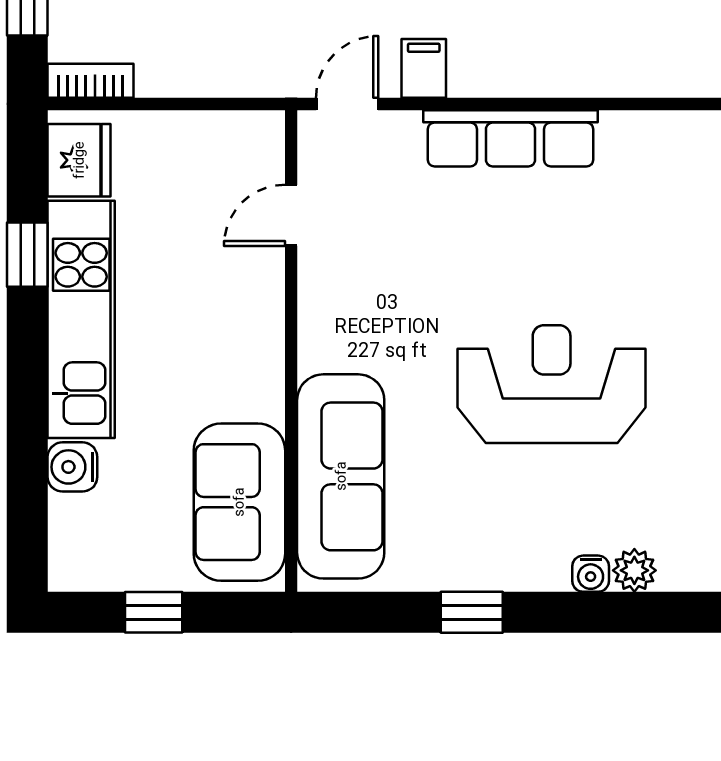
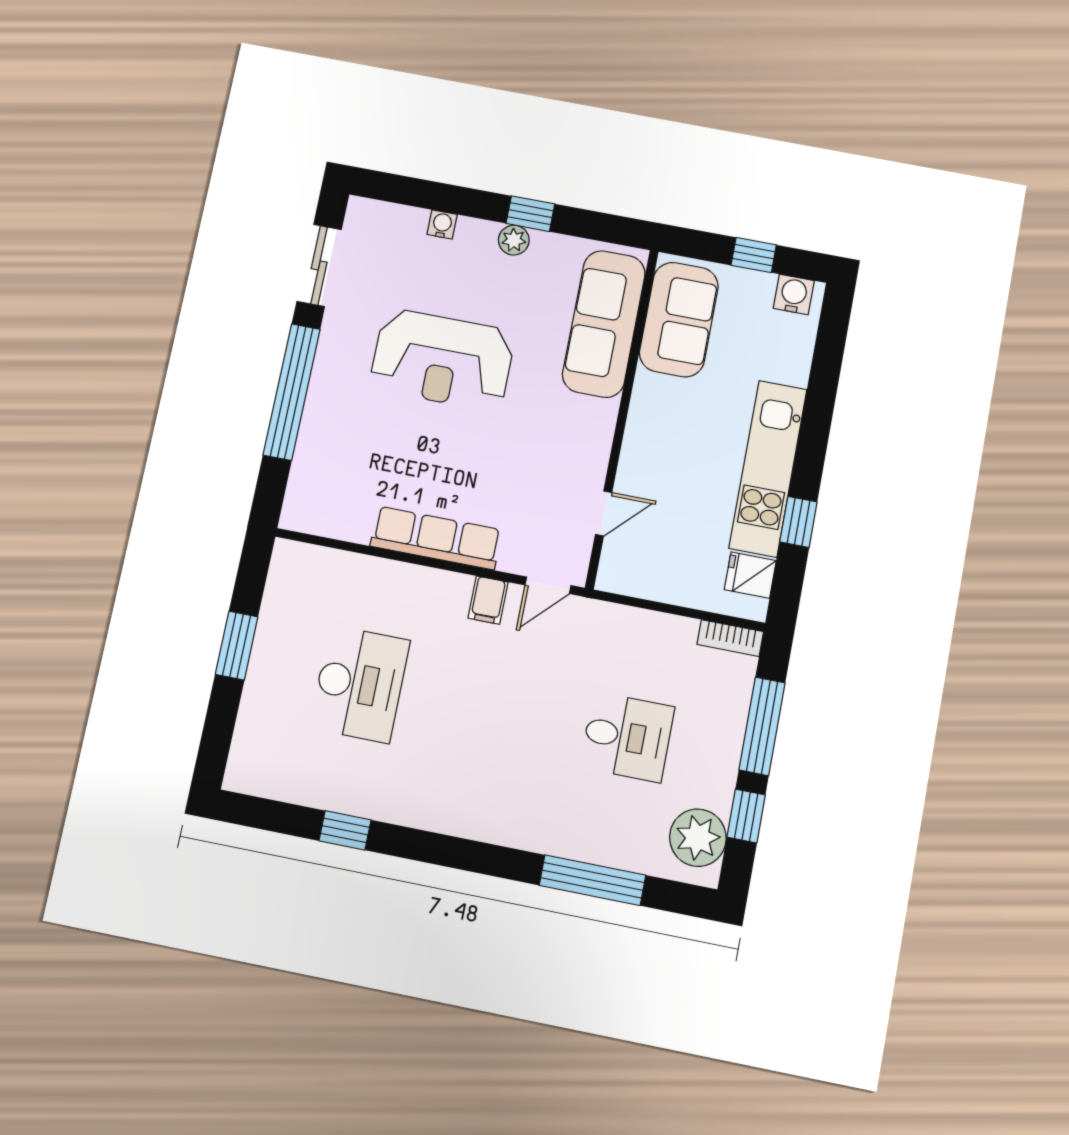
fridge: (79, 160) -> (750, 575), width x0.72
water cooler: (72, 467) -> (794, 294), moved, turned -90
plant: (634, 570) -> (514, 240), moved

